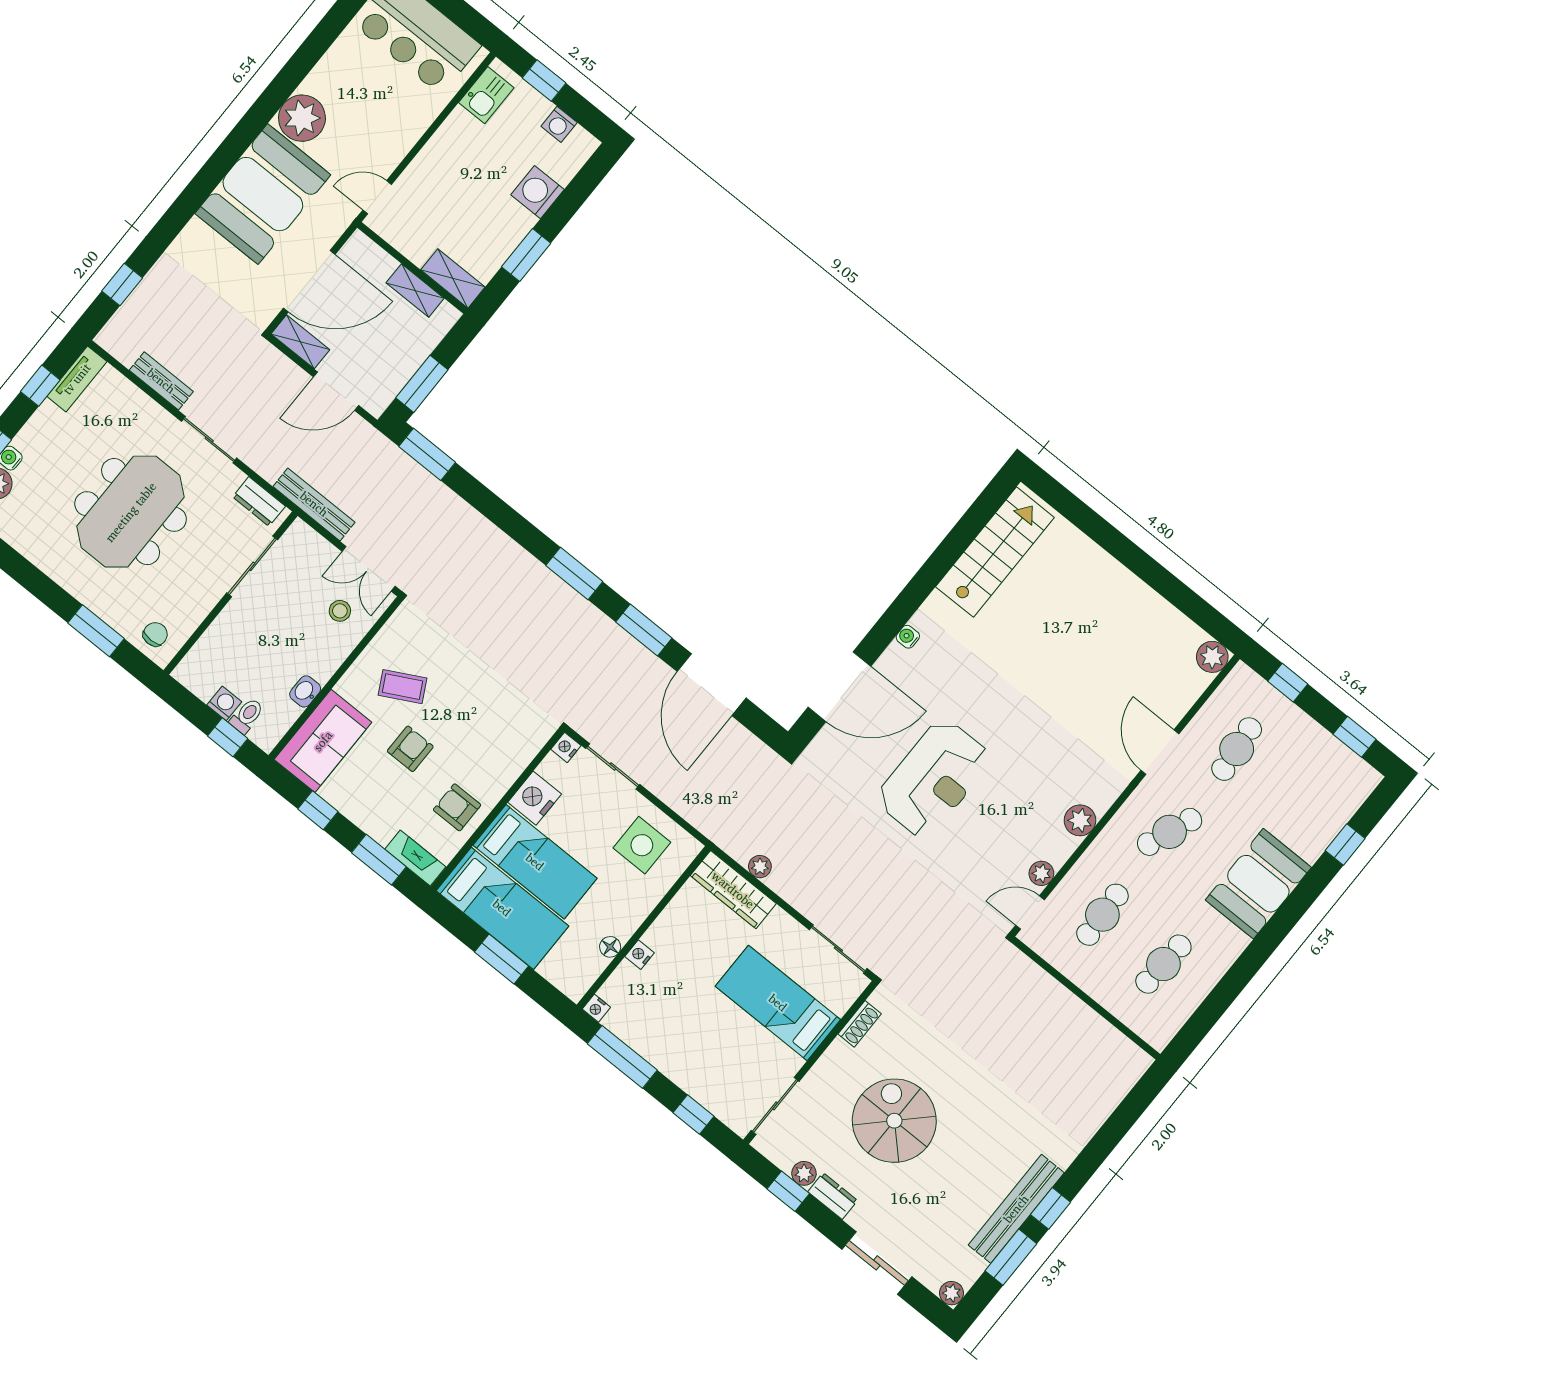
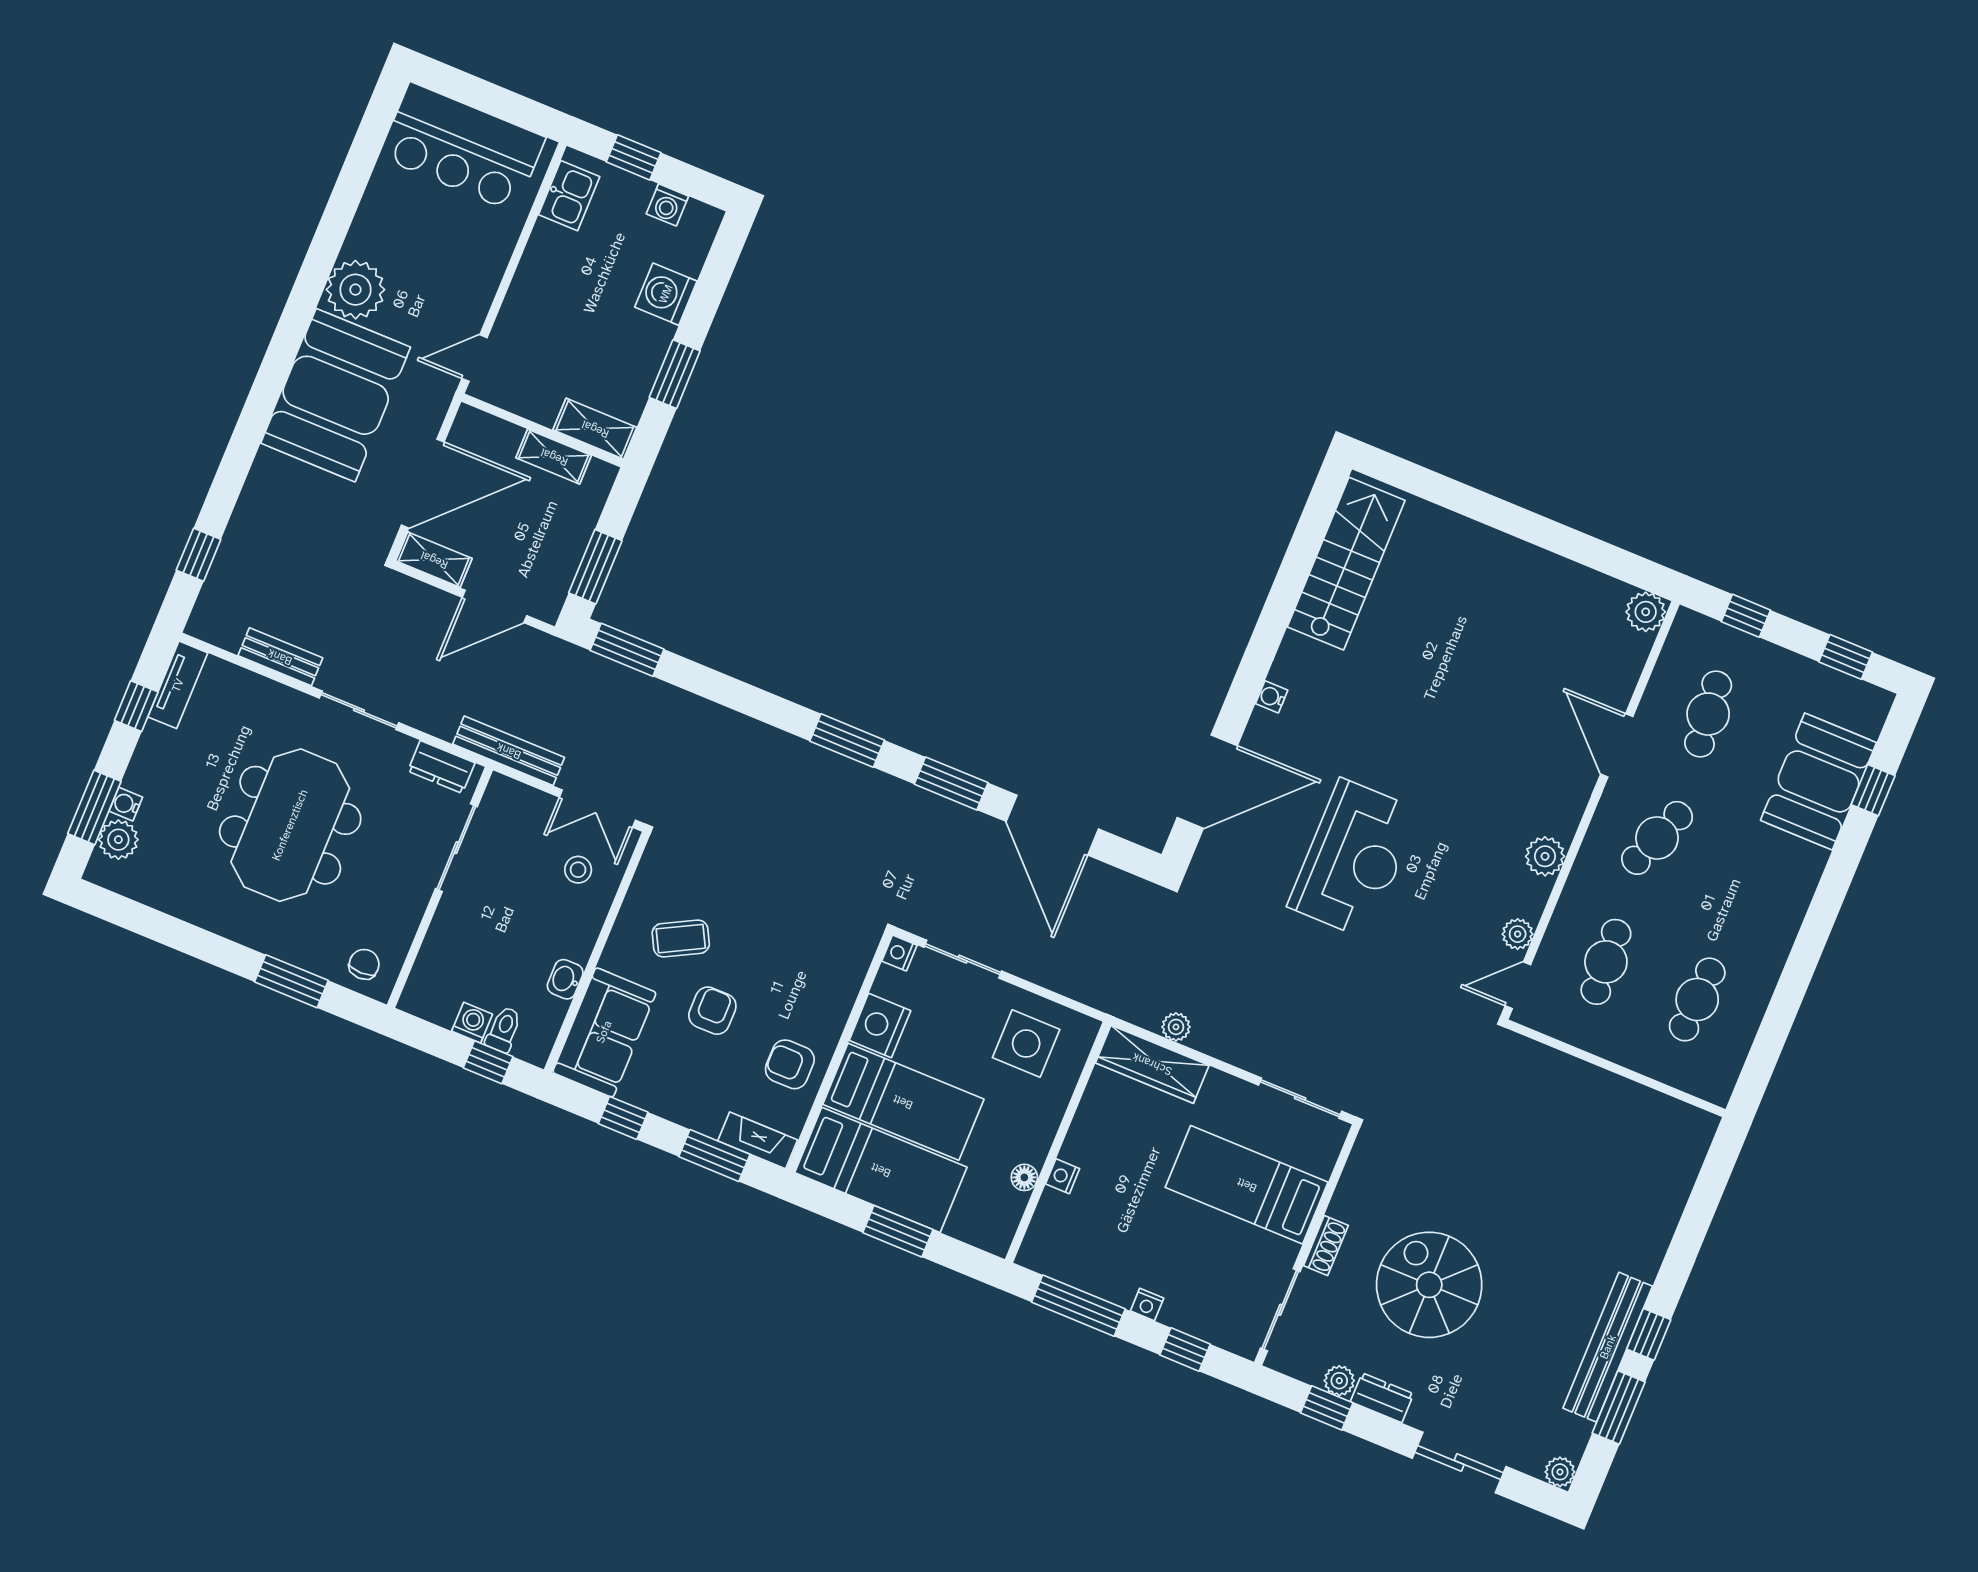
booth: (1258, 884) -> (1818, 781), moved
nightstand: (596, 1008) -> (1147, 1305), moved
shoe rack: (860, 1024) -> (1326, 1245), moved

